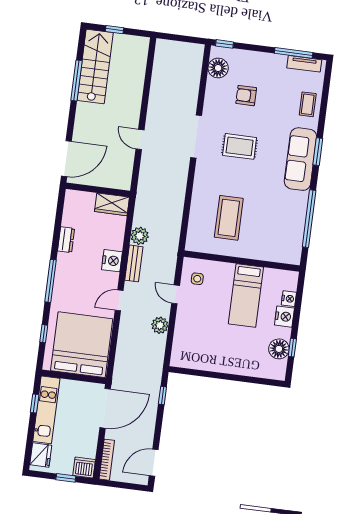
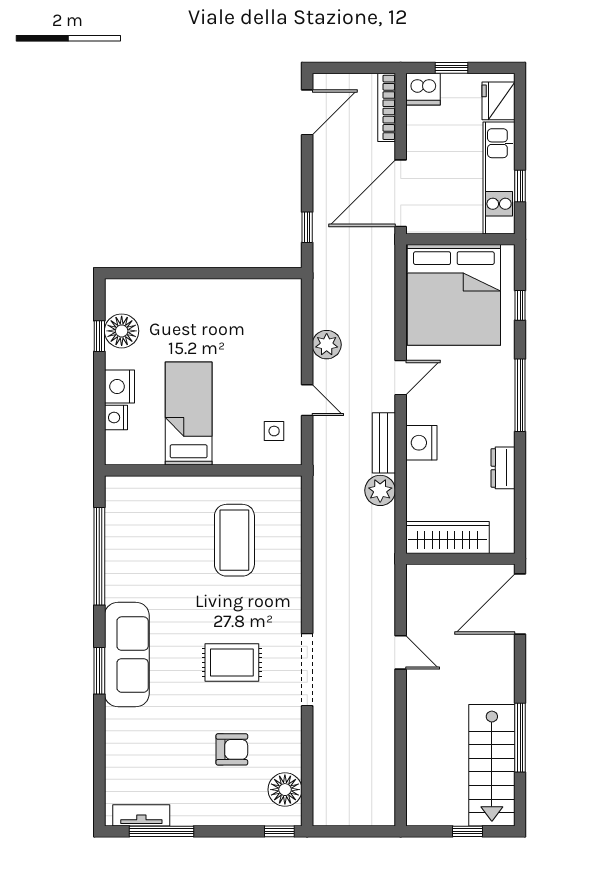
coffee table: (308, 104) -> (127, 748), removed
wardrobe: (112, 204) -> (447, 537), width x1.50

